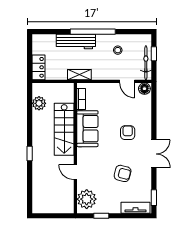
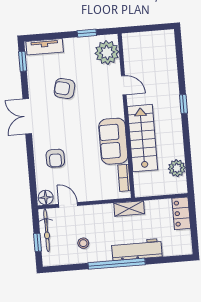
armchair: (128, 133) -> (55, 158), moved

